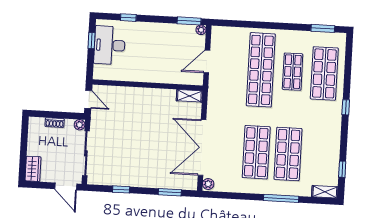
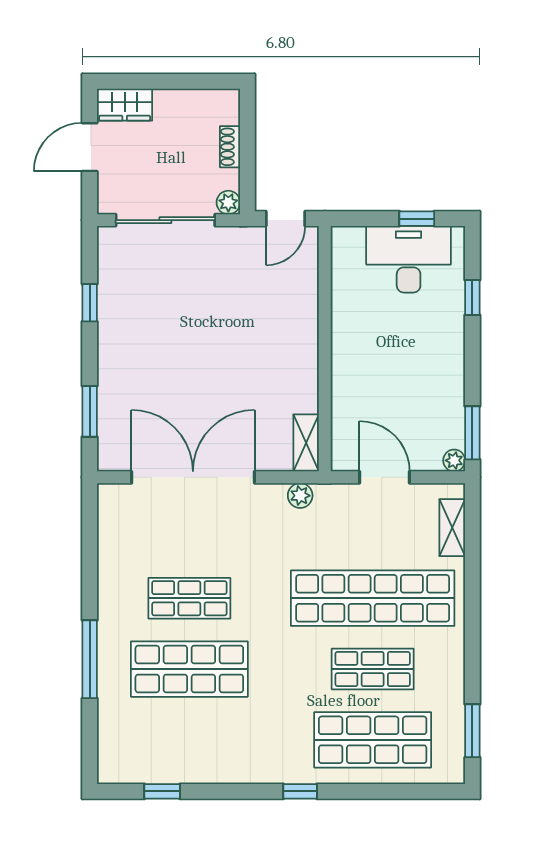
shop shelf: (256, 152) -> (189, 598), width x0.70, depth x0.74
plant: (208, 184) -> (300, 496), moved
door: (66, 186) -> (90, 147), moved
shelving: (325, 192) -> (452, 528), moved

